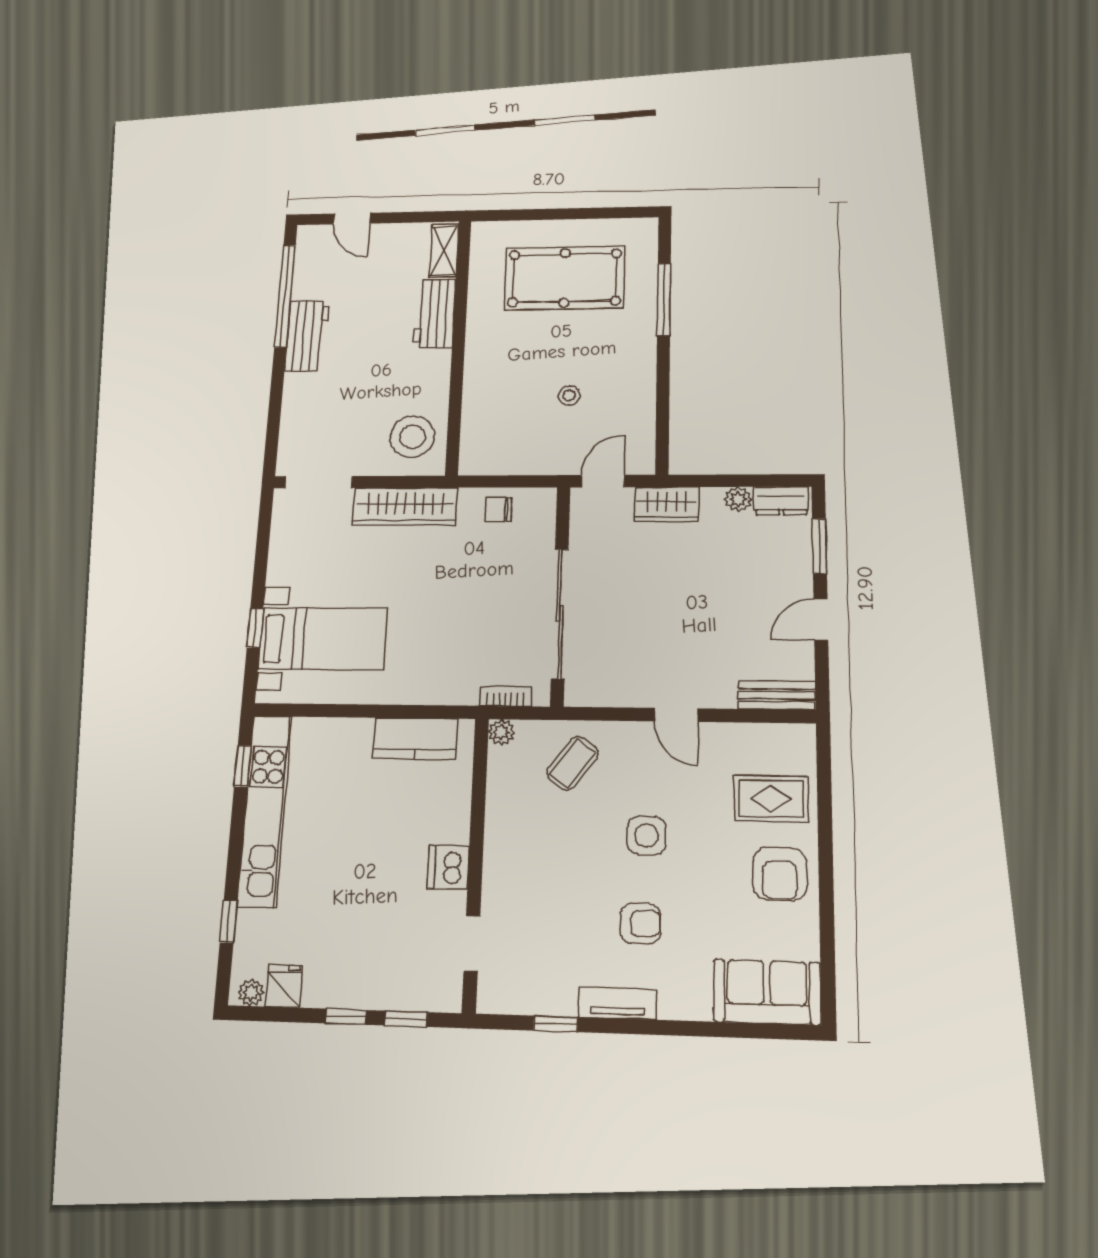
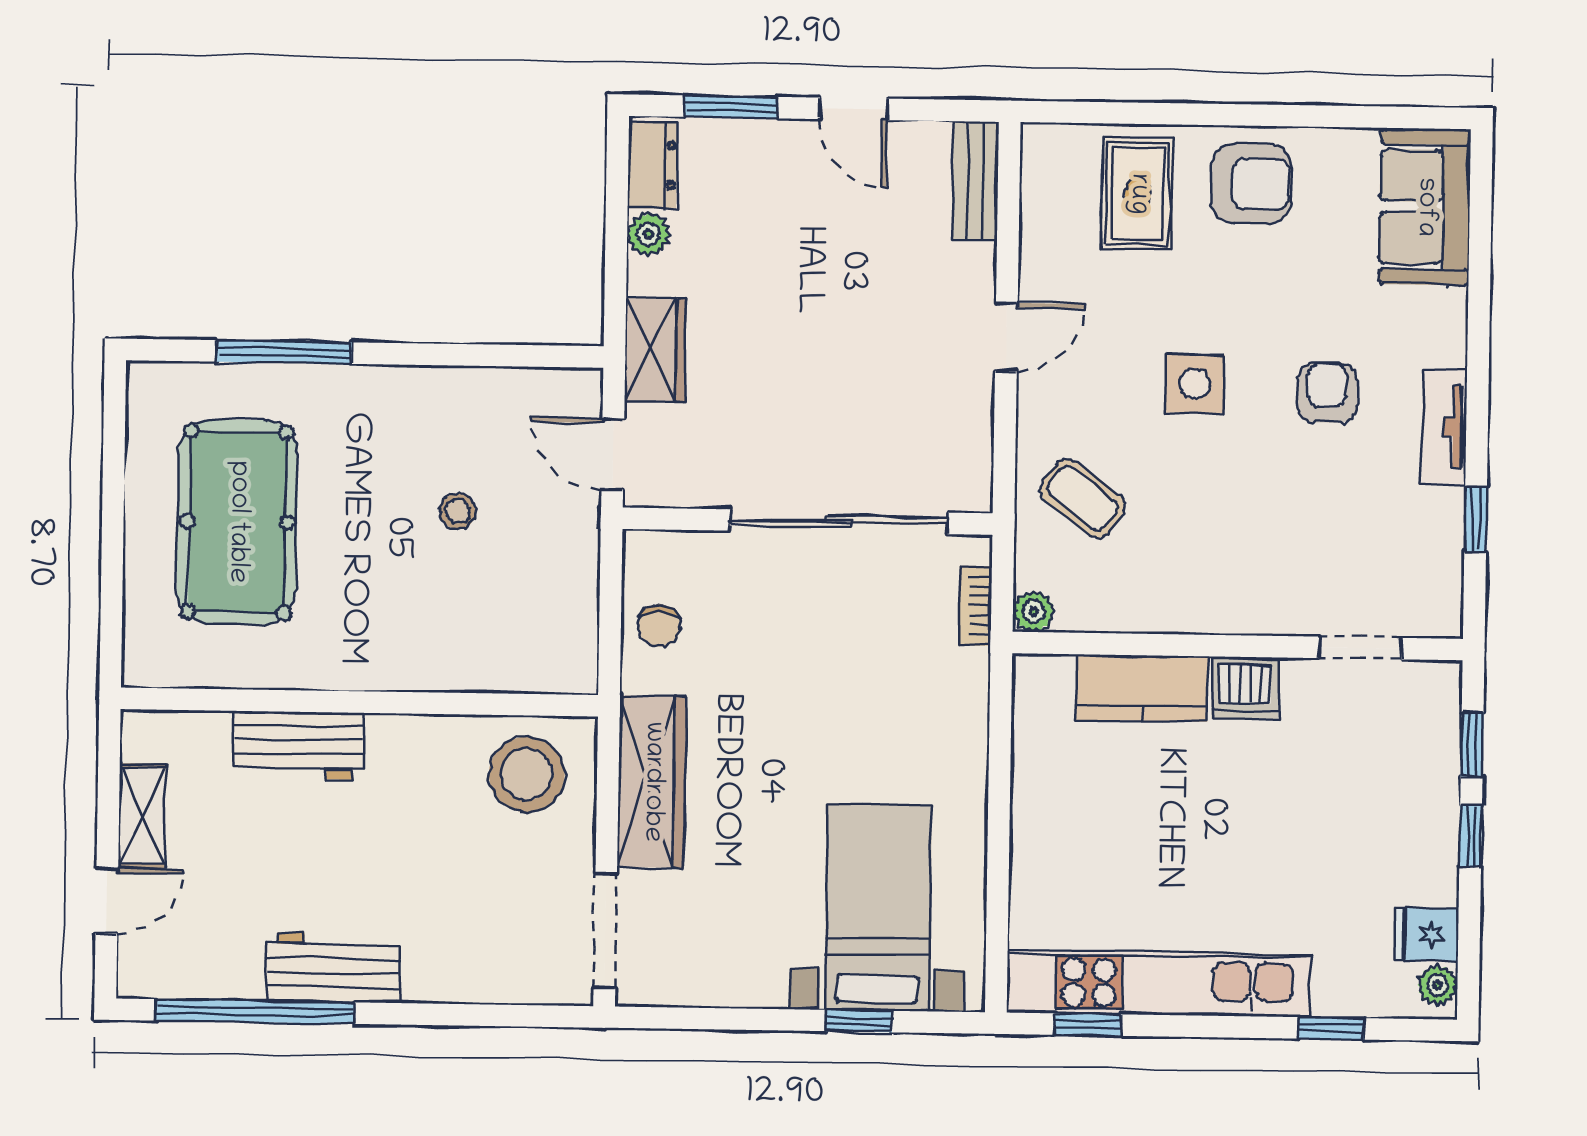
shelving: (444, 251) -> (142, 816), moved, turned 90
kitchen counter: (415, 739) -> (1142, 688), moved, turned 90

